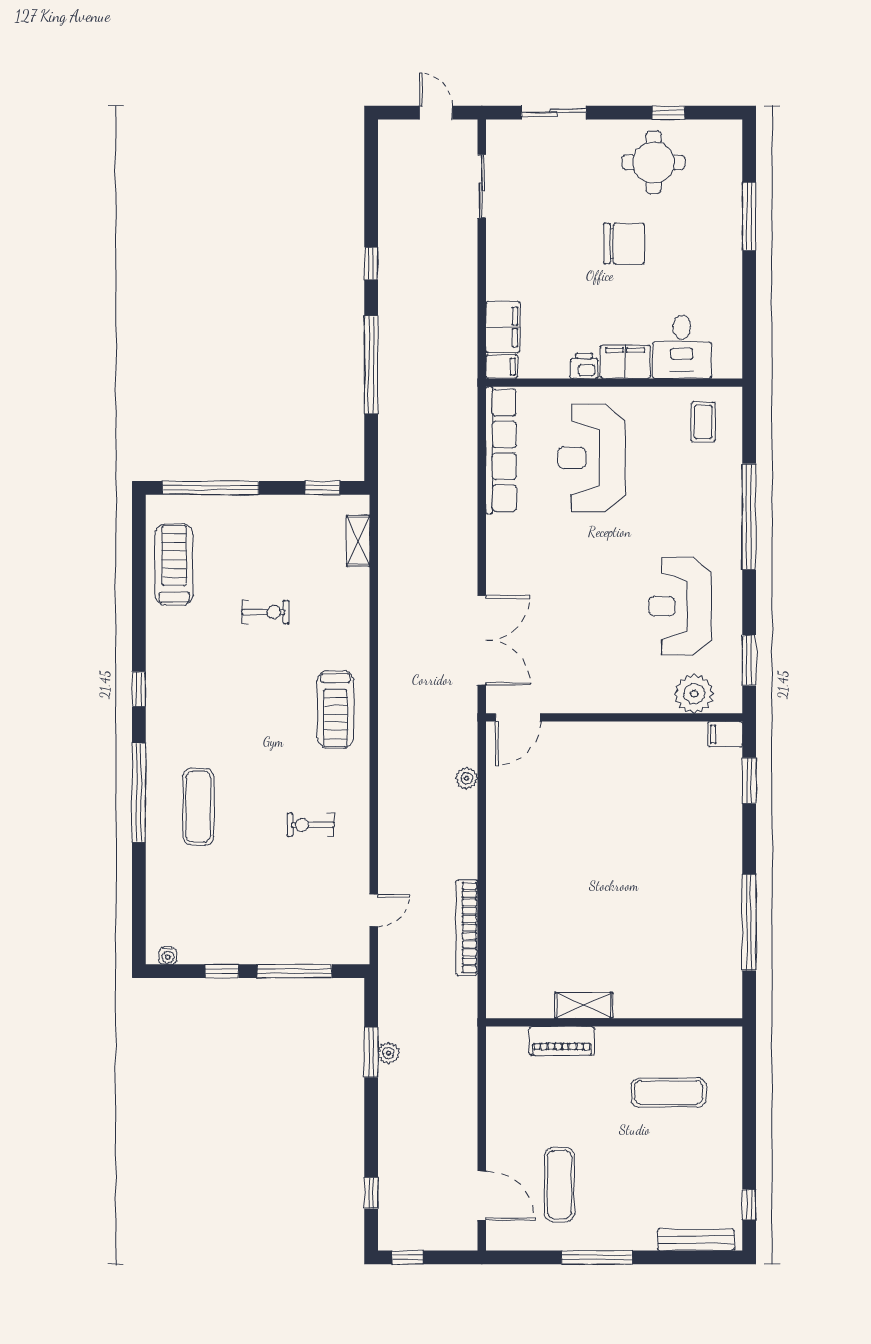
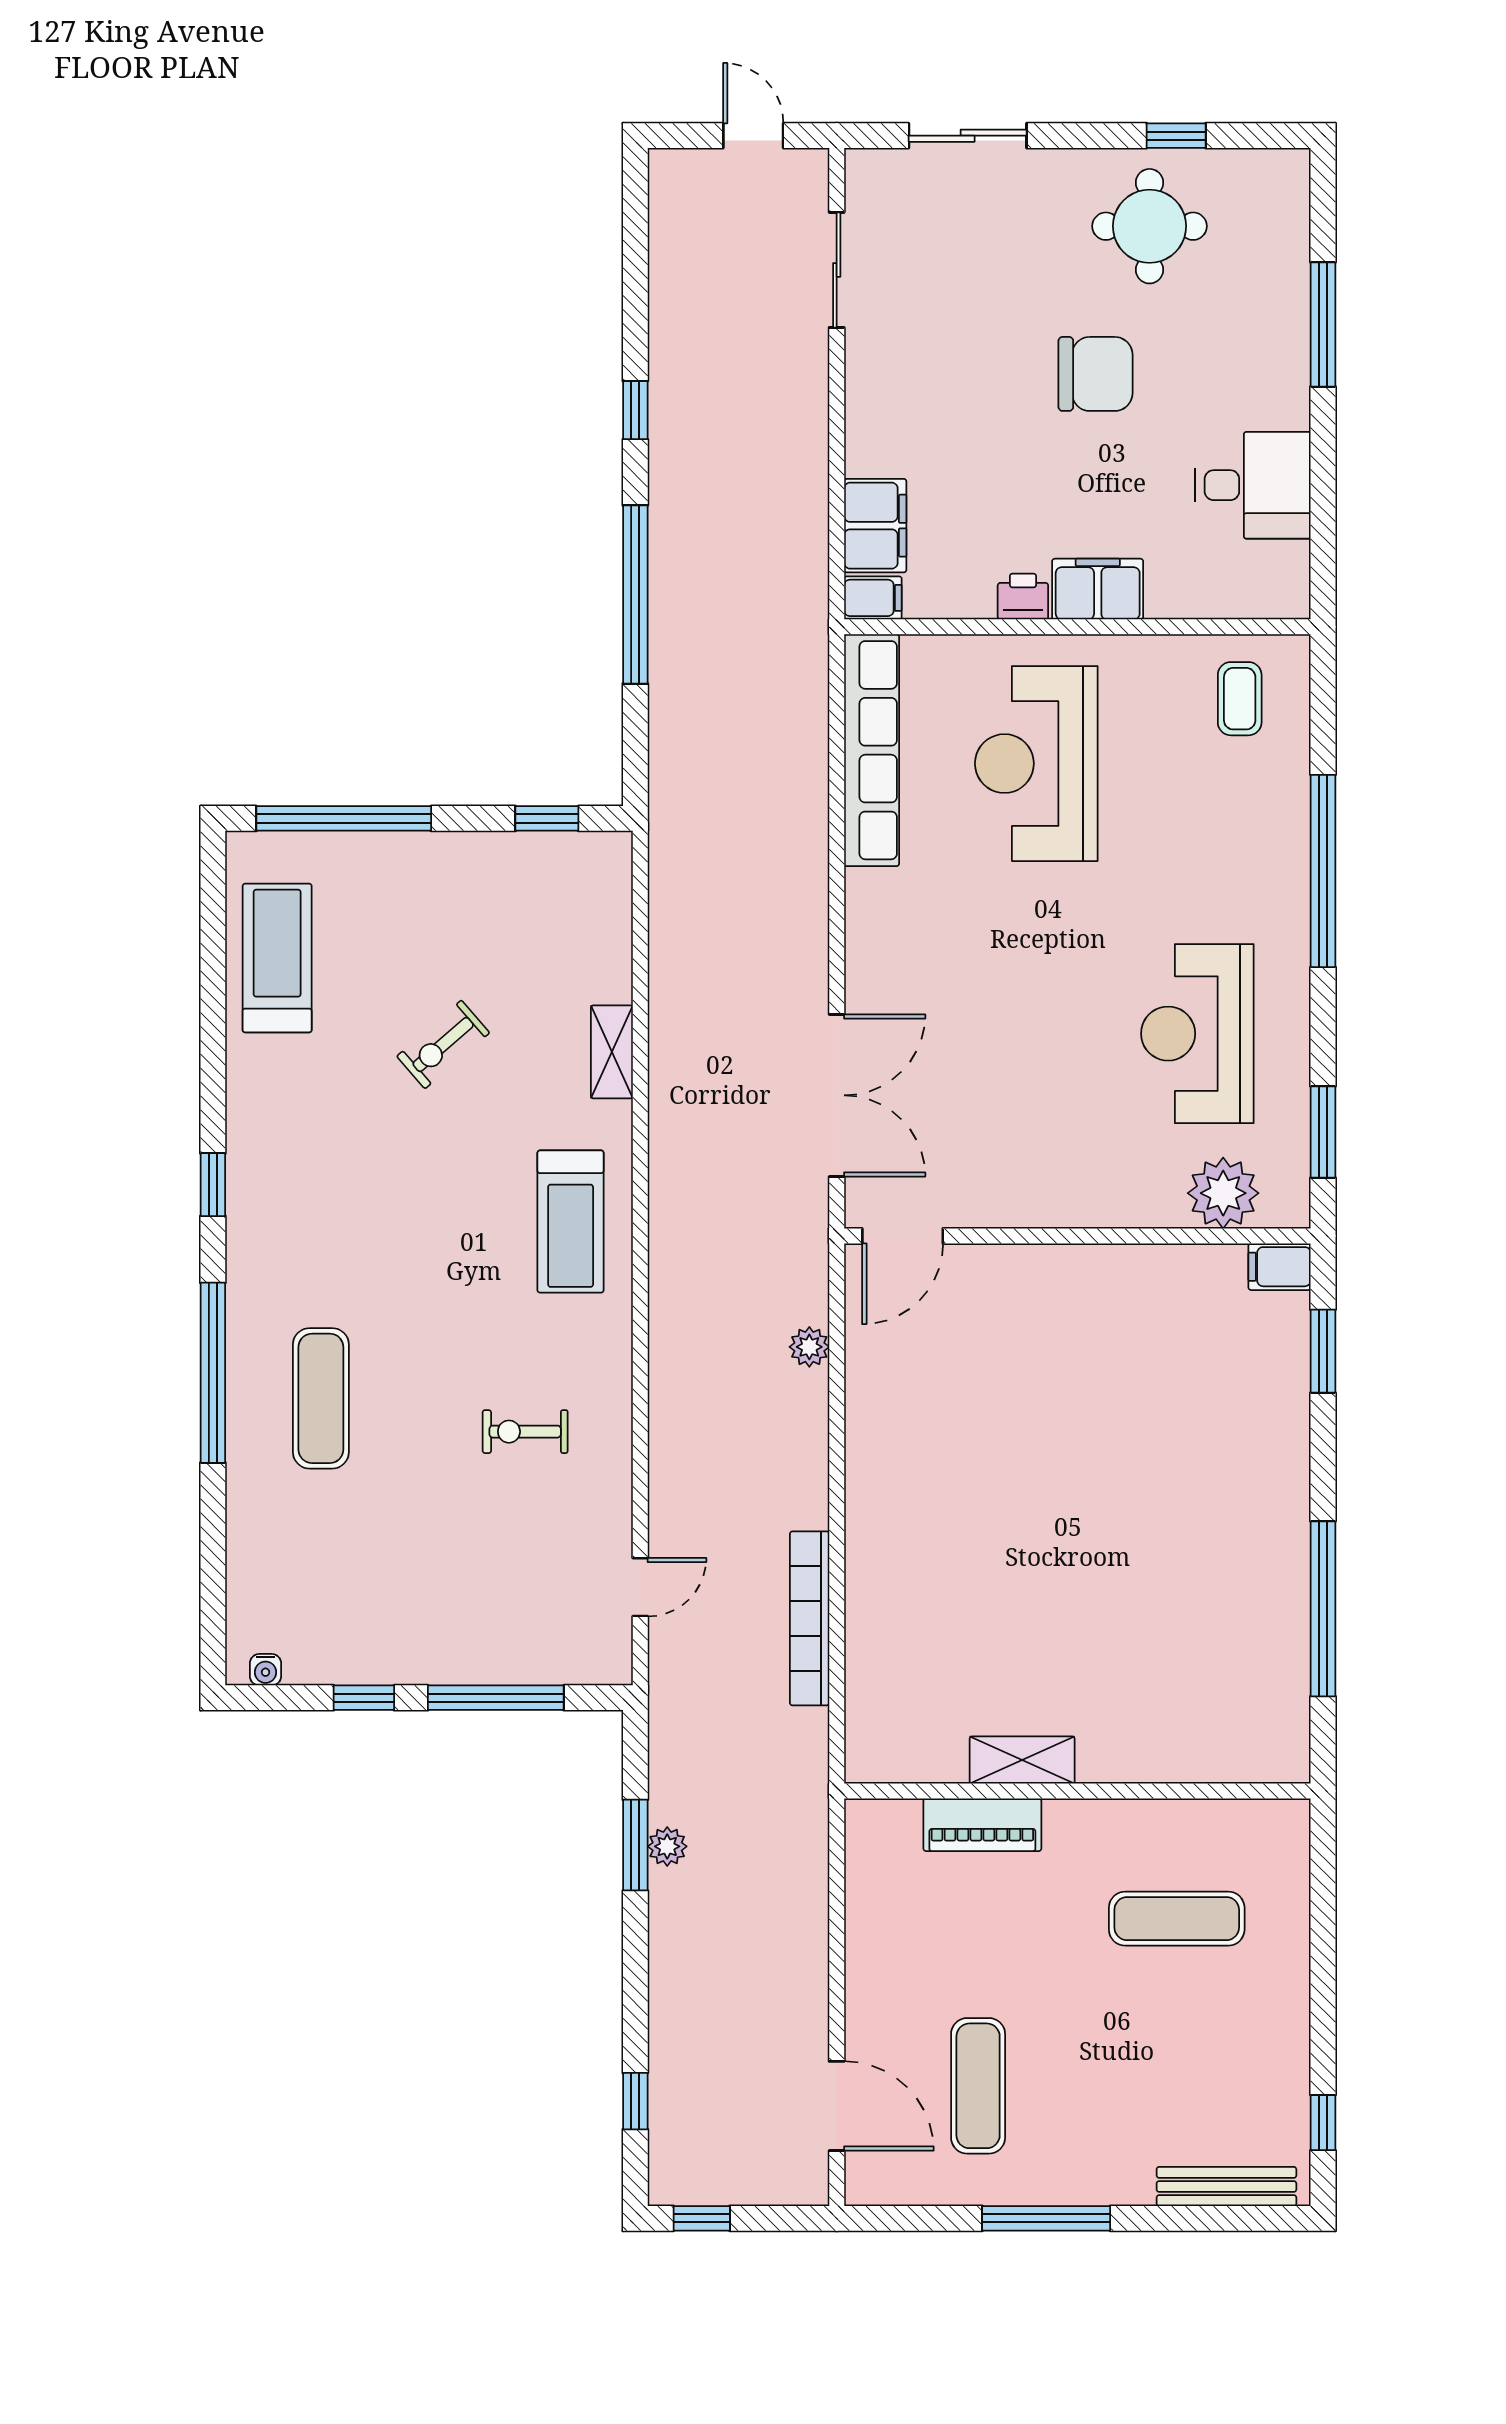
desk: (682, 347) -> (1253, 485), moved, turned -90
shelving: (358, 541) -> (612, 1052), moved
exercise bike: (265, 612) -> (443, 1044), turned 139

